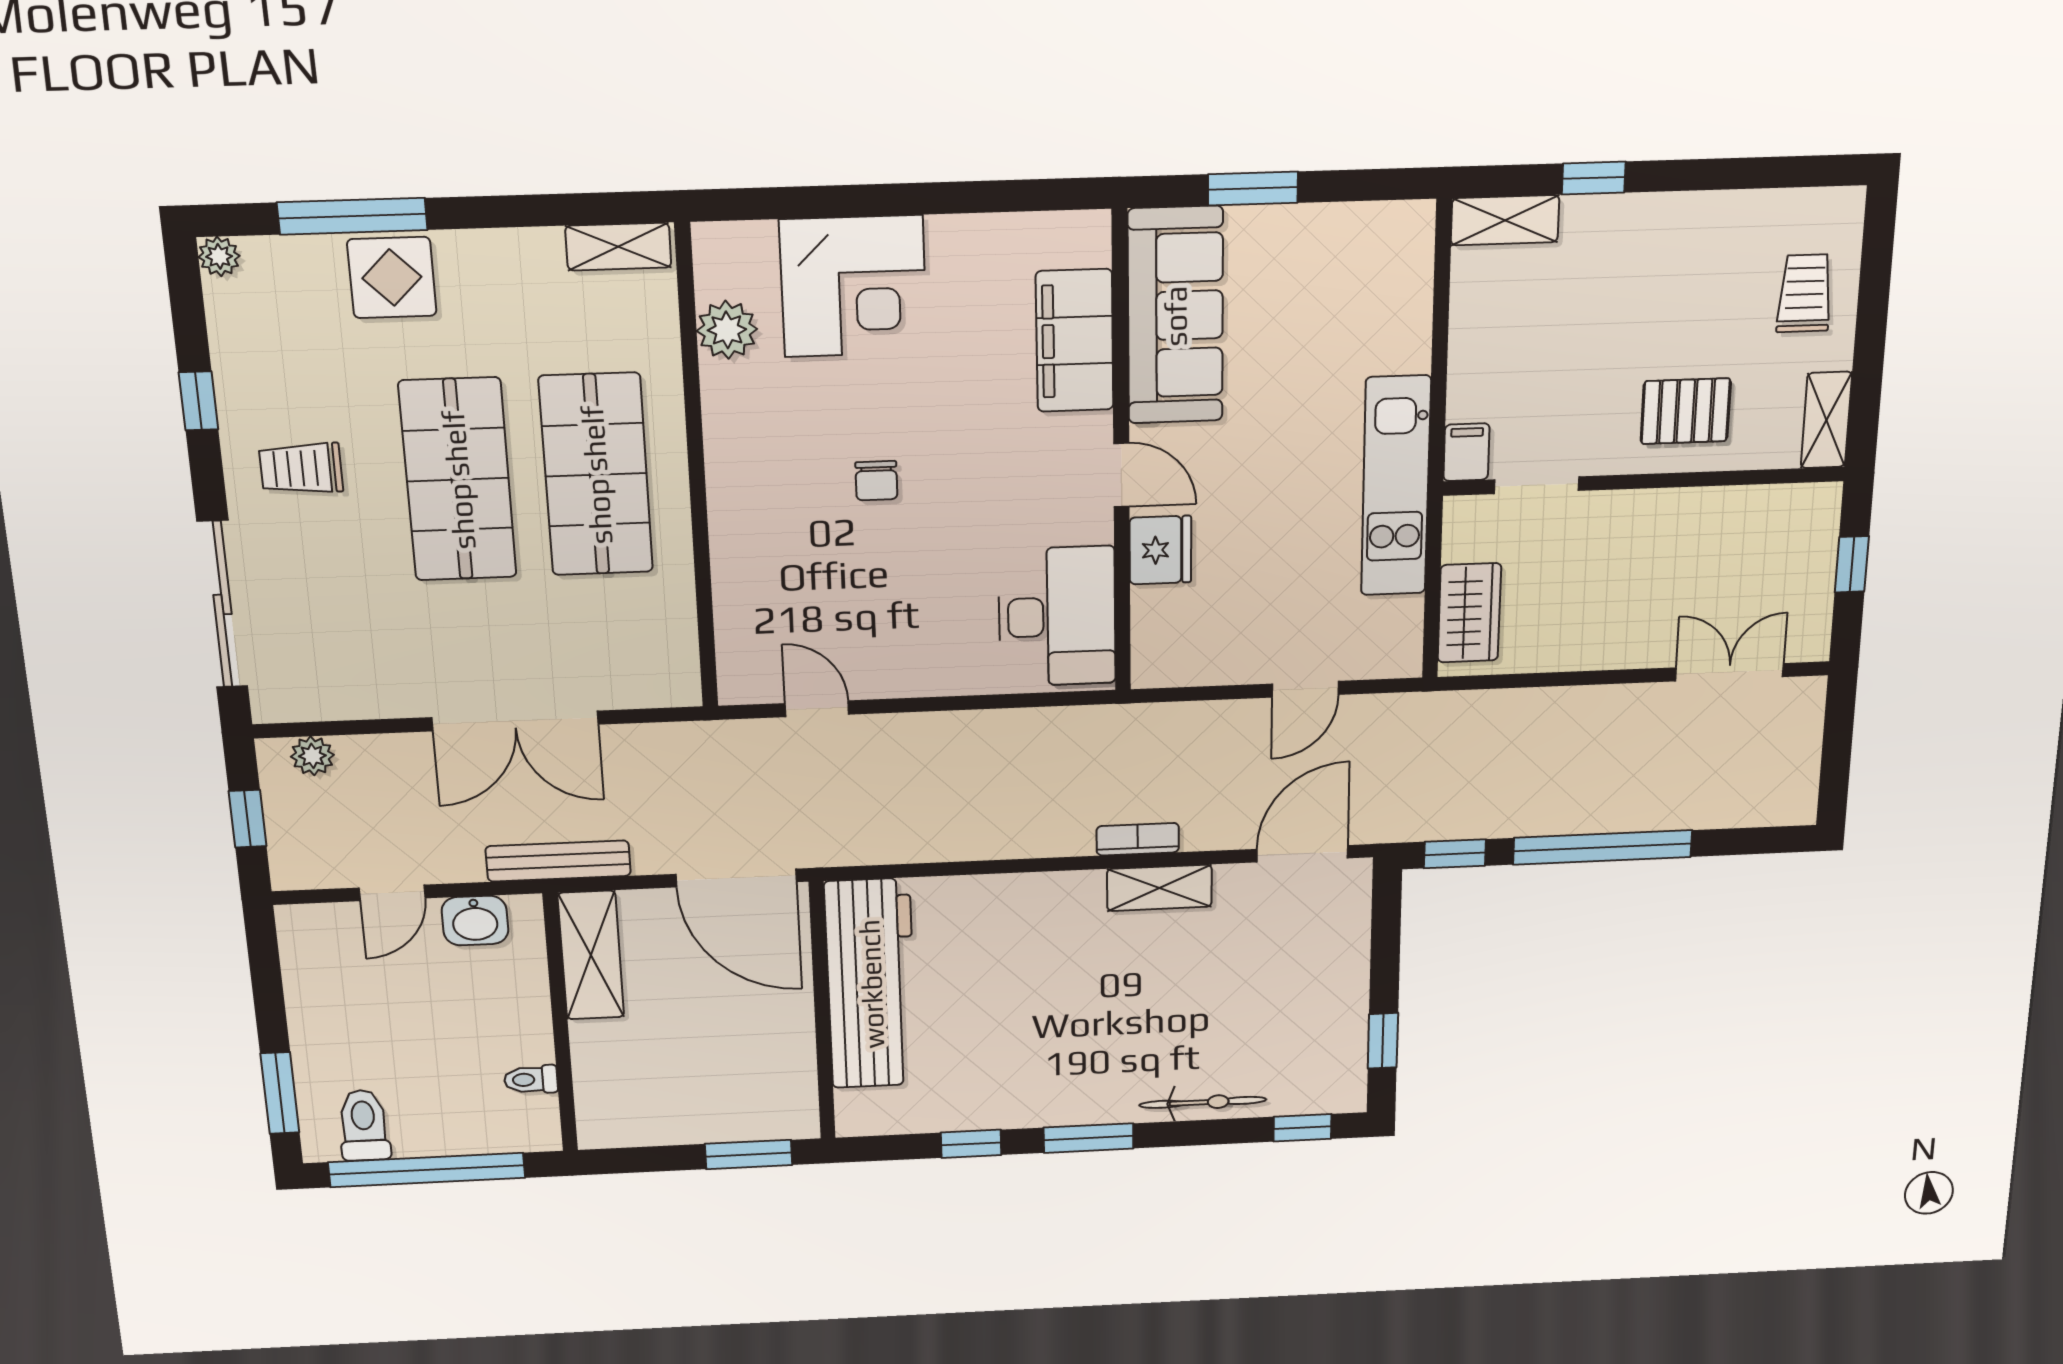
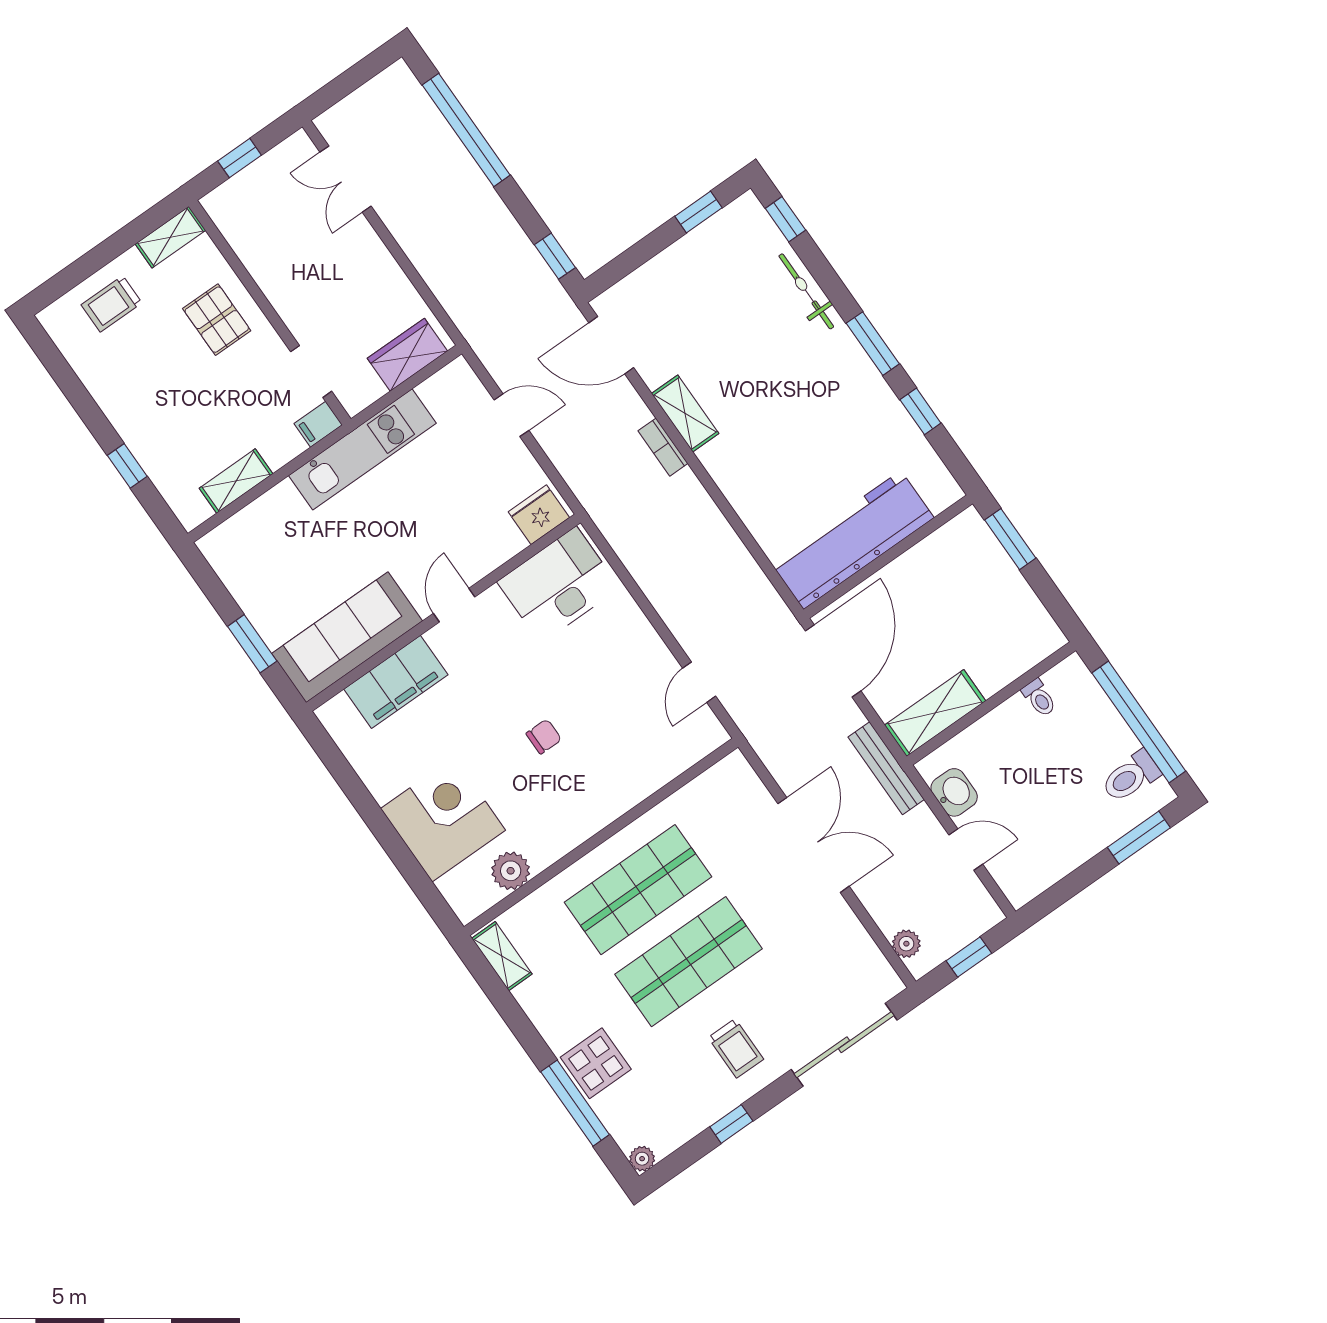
shelving: (1505, 220) -> (236, 481), moved, turned 90
fridge: (1160, 550) -> (539, 515), moved
window: (1603, 847) -> (466, 130), moved

